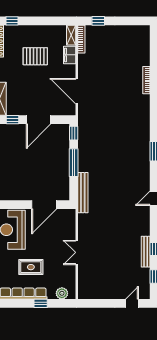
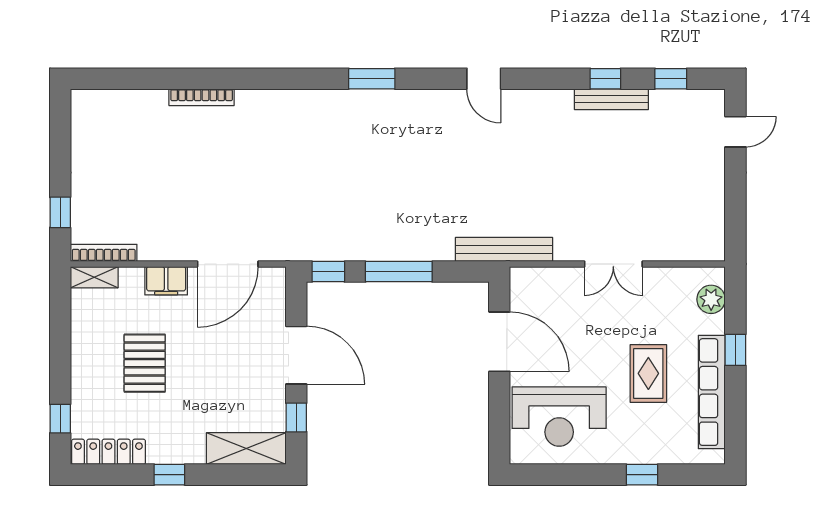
filing cabinet: (70, 55) -> (166, 281), moved
bench: (83, 193) -> (504, 249), moved
door: (132, 303) -> (735, 132), swing flipped

